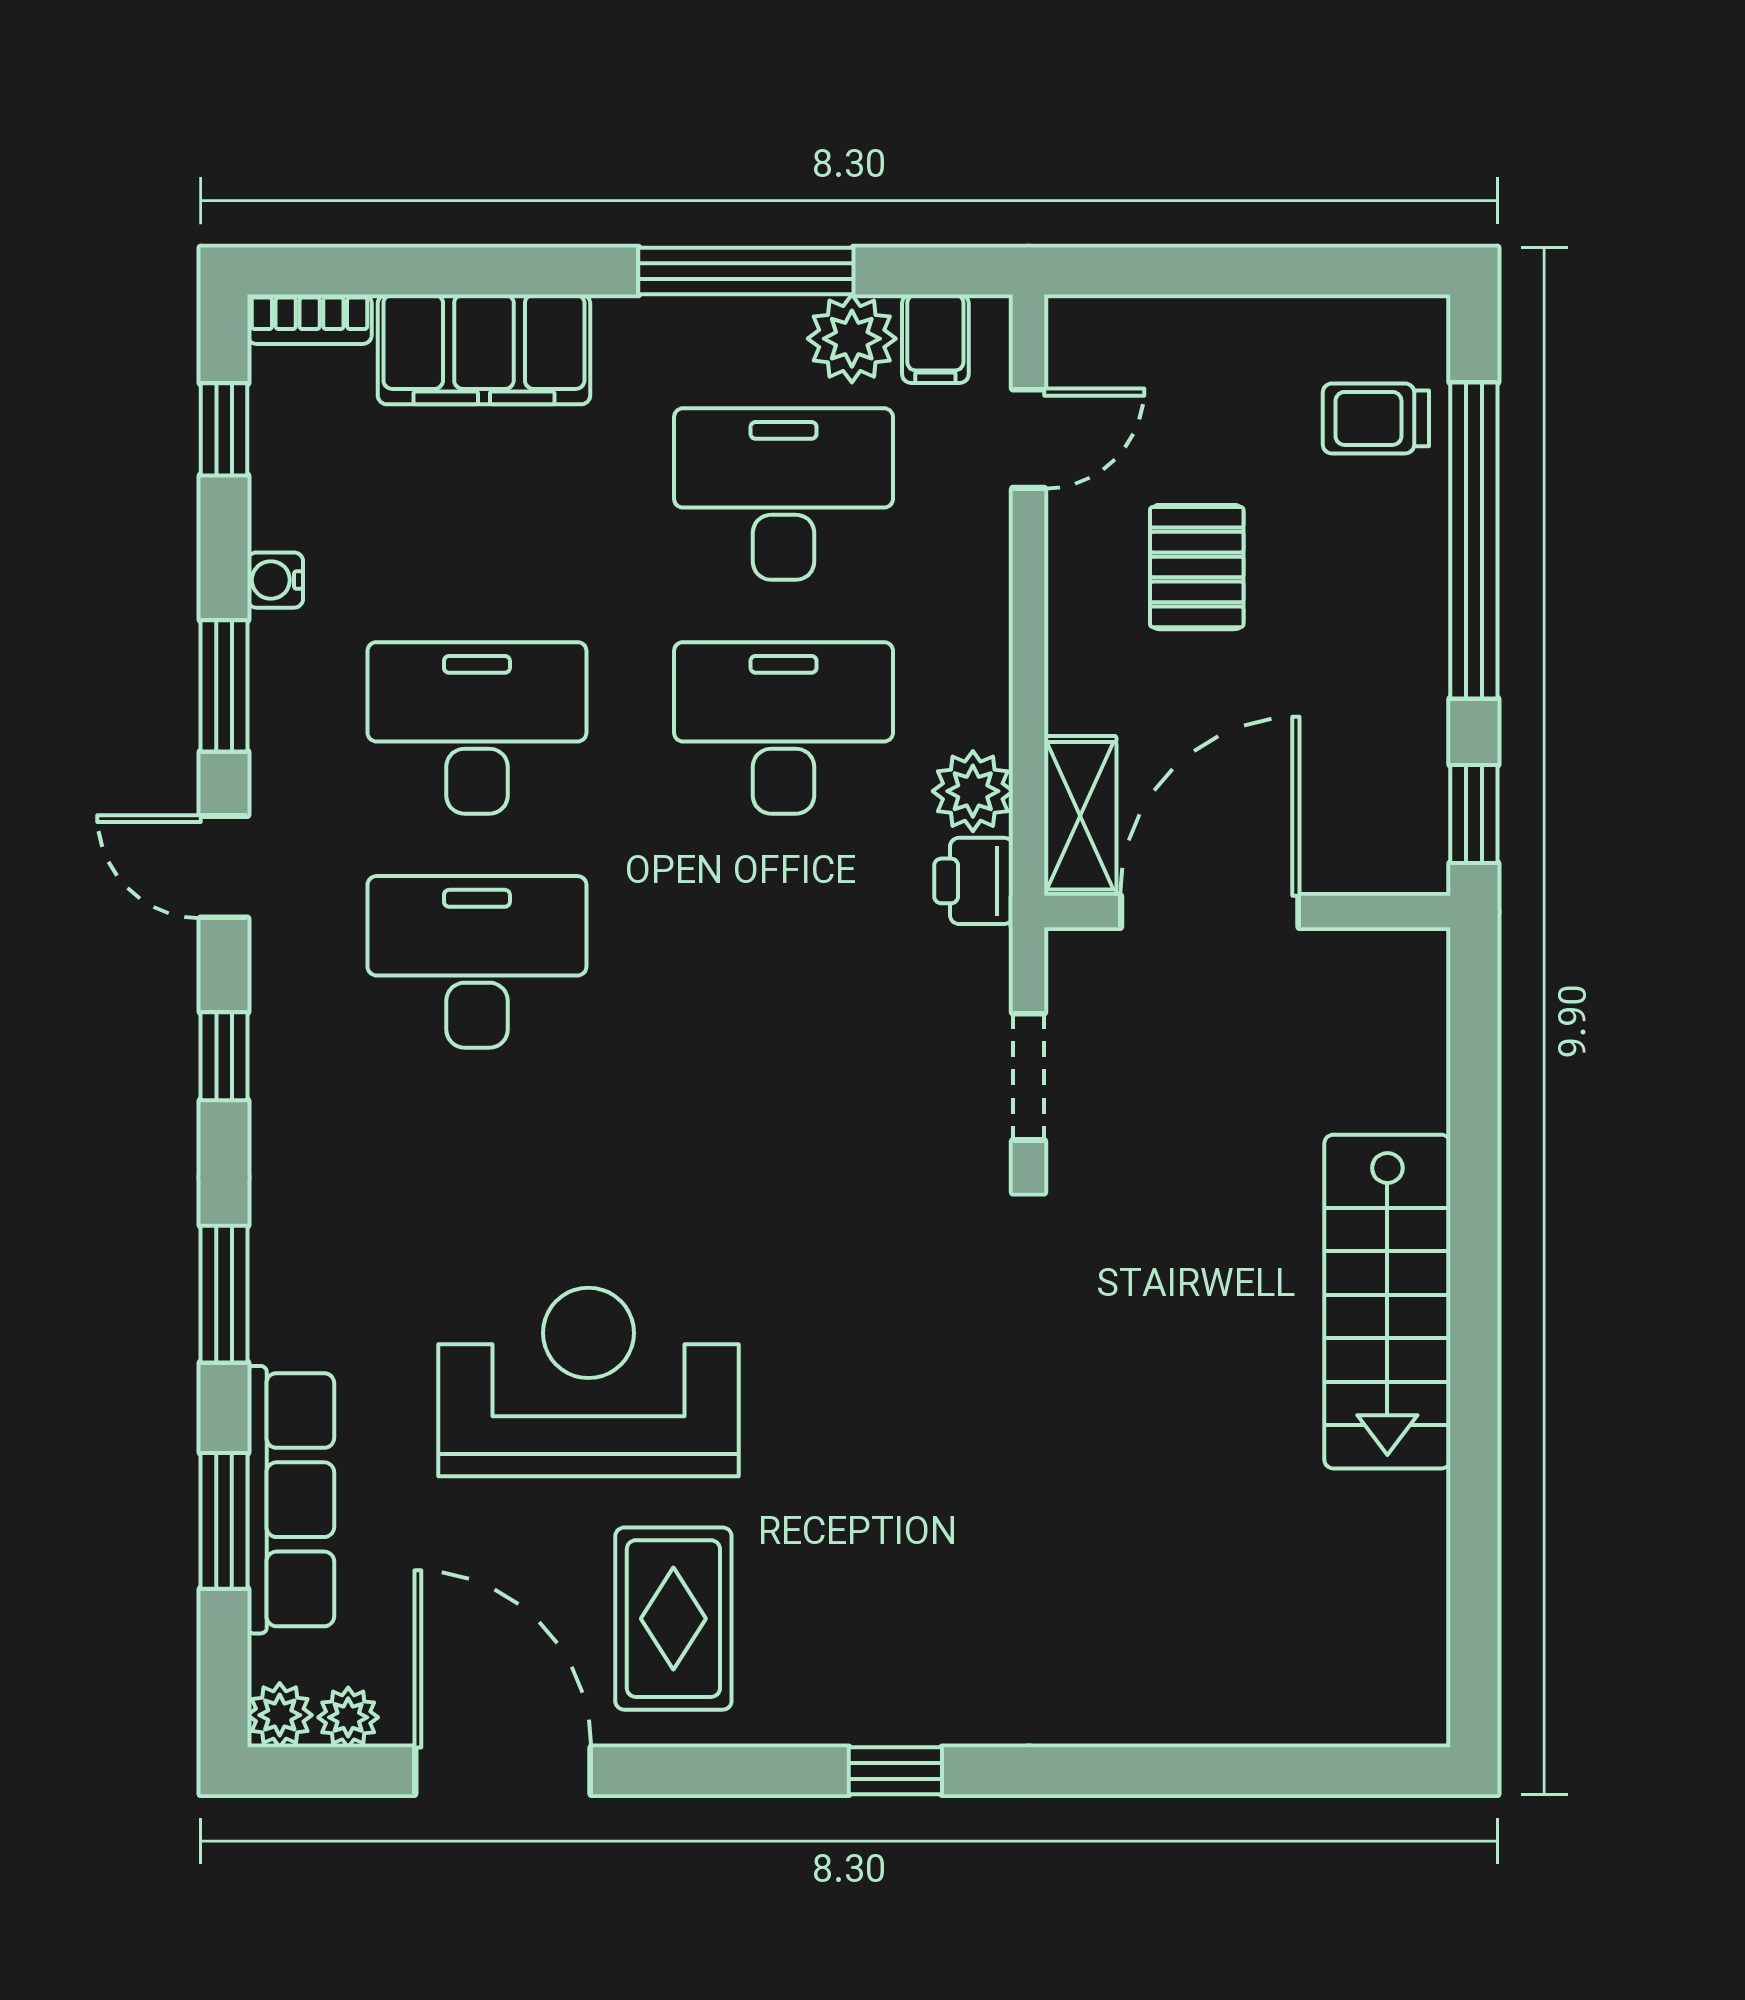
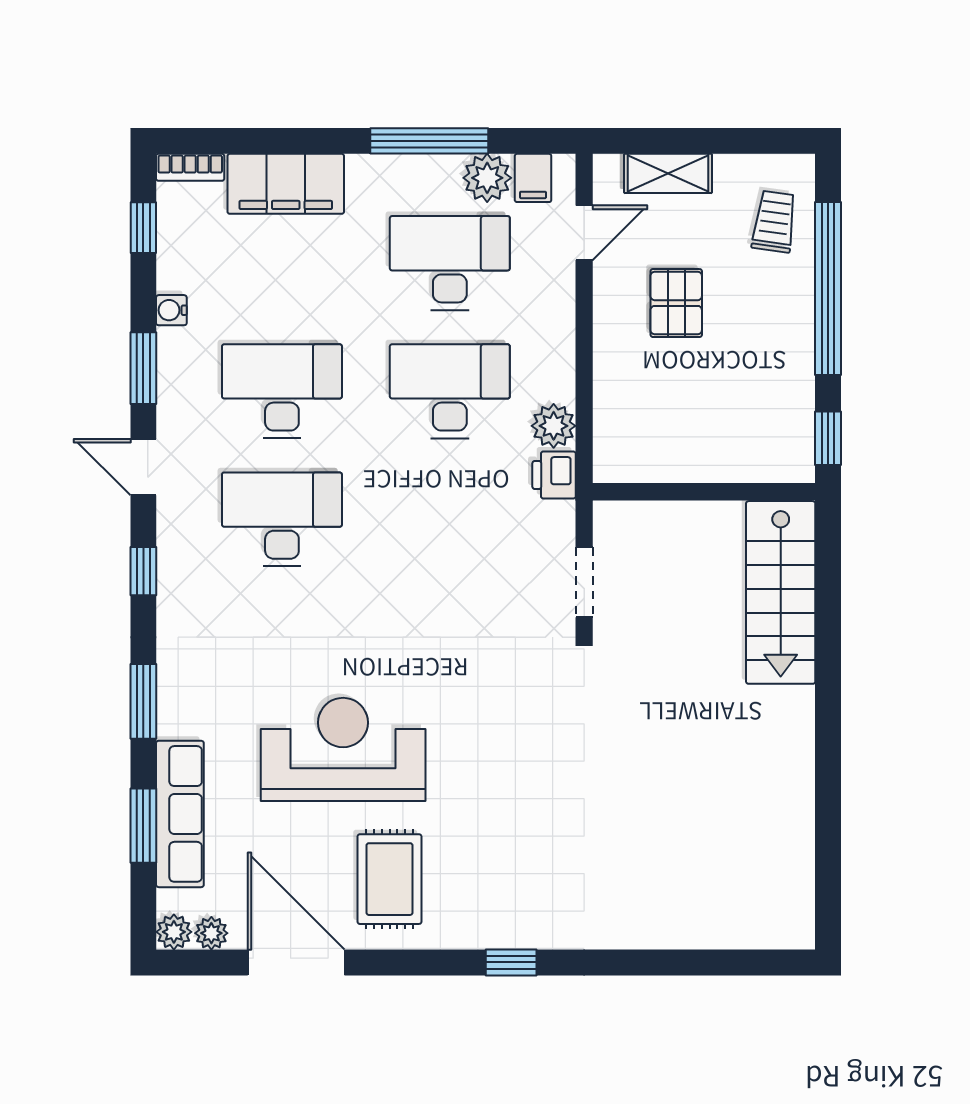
trolley: (1376, 418) -> (774, 222), turned 98
shelving: (1080, 816) -> (668, 173), moved, turned 90
door: (1210, 911) -> (683, 492), removed
stairs: (1387, 1302) -> (781, 592), moved

